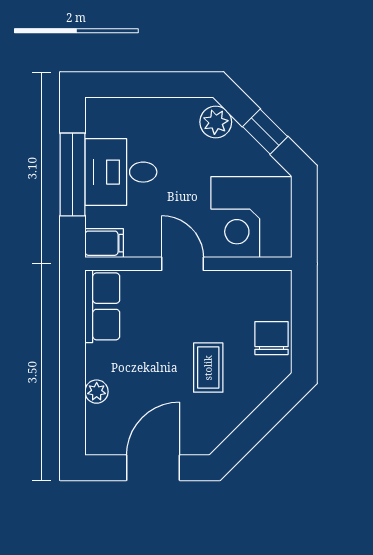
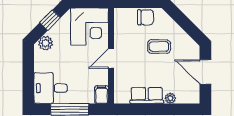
desk: (121, 172) -> (51, 88), moved, turned 90
row of seats: (102, 306) -> (147, 95), moved
chair: (272, 338) -> (145, 17), turned 180

